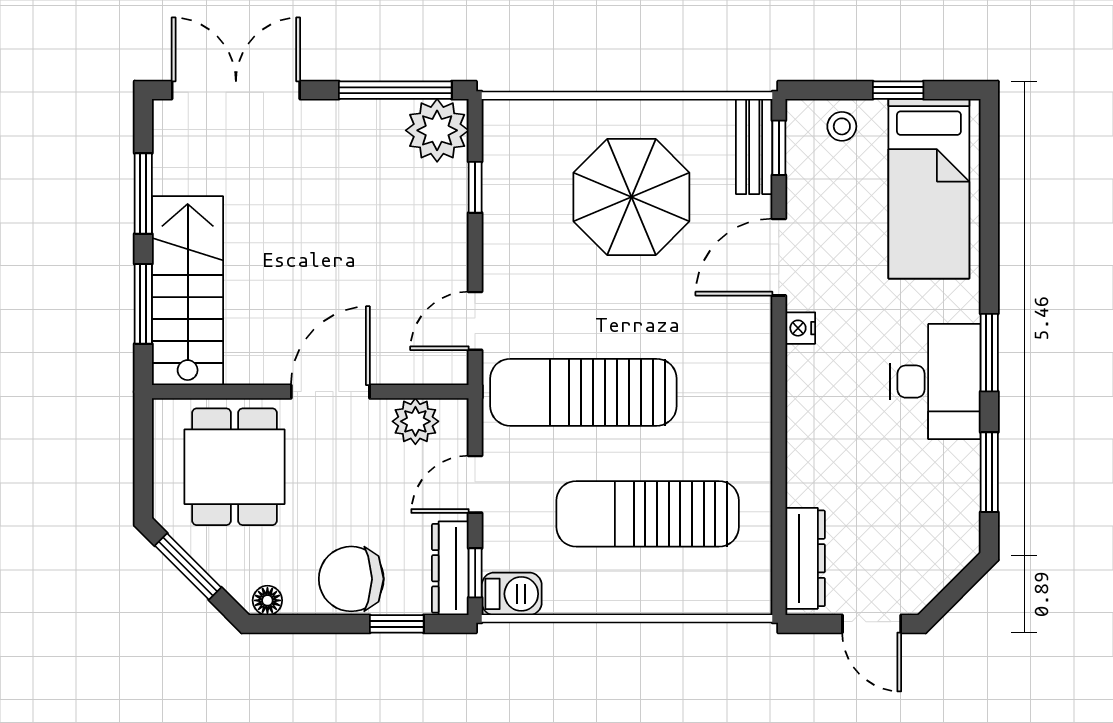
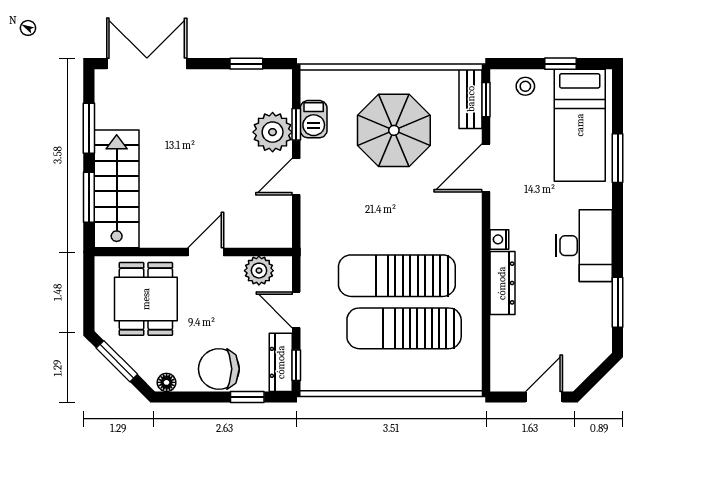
window: (395, 90) -> (246, 64), width x0.46
plant: (437, 130) -> (273, 132), moved
door: (475, 321) -> (296, 177), moved
nightstand: (800, 328) -> (499, 239), moved
window: (989, 353) -> (618, 158), moved
door: (330, 392) -> (206, 252), width x0.73
sun lounger: (583, 392) -> (397, 276), moved
door: (475, 484) -> (296, 310), hinge flipped
dresser: (805, 558) -> (502, 283), moved
barbecue: (512, 594) -> (314, 119), moved, turned 90
door: (872, 624) -> (544, 397), swing flipped

